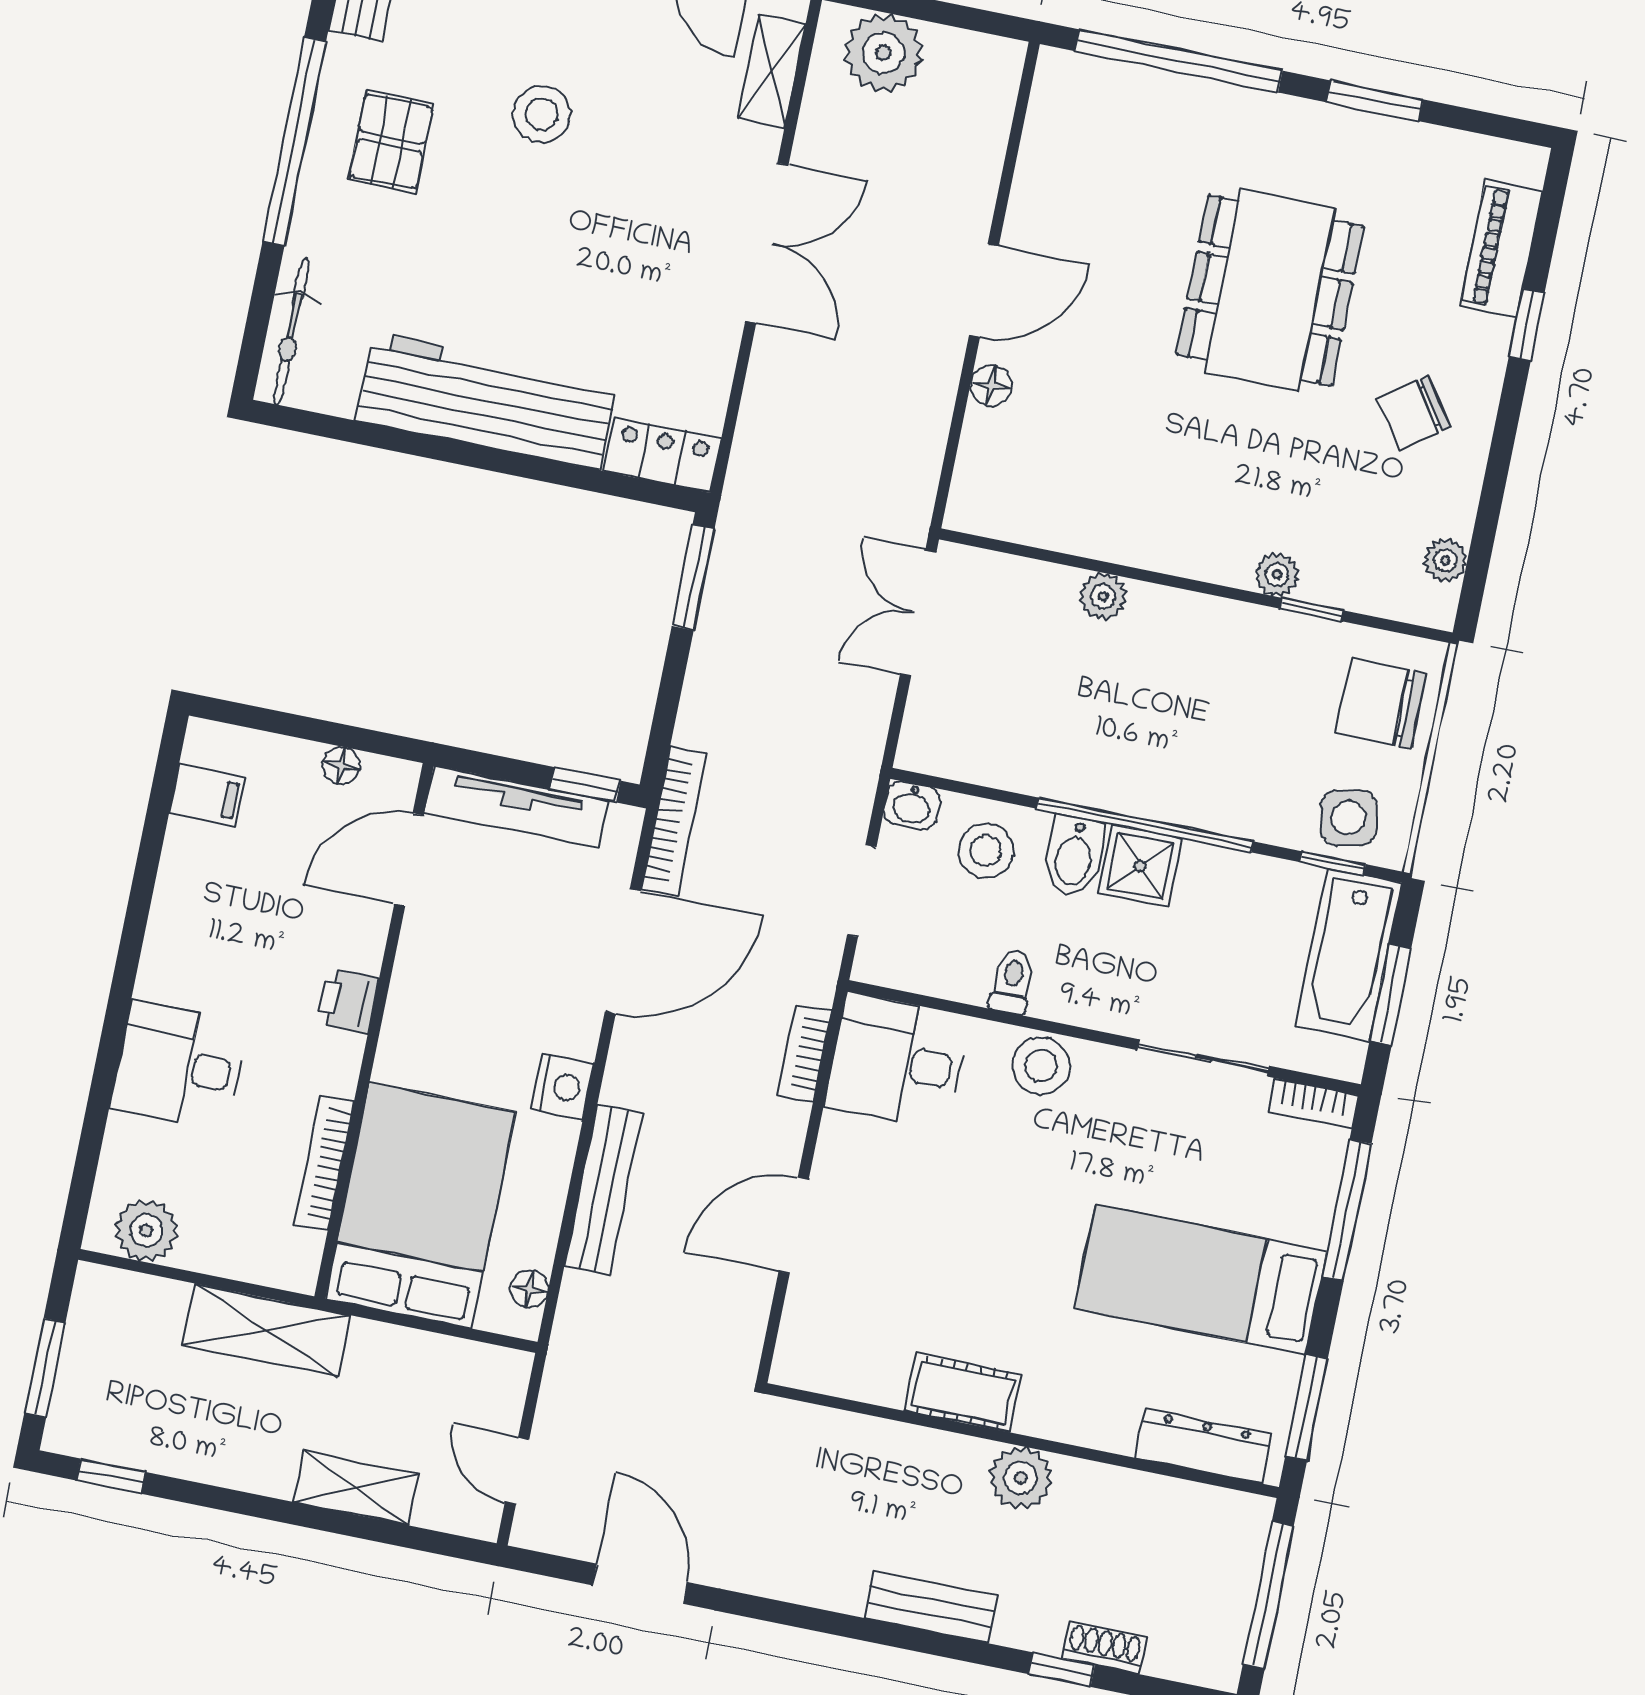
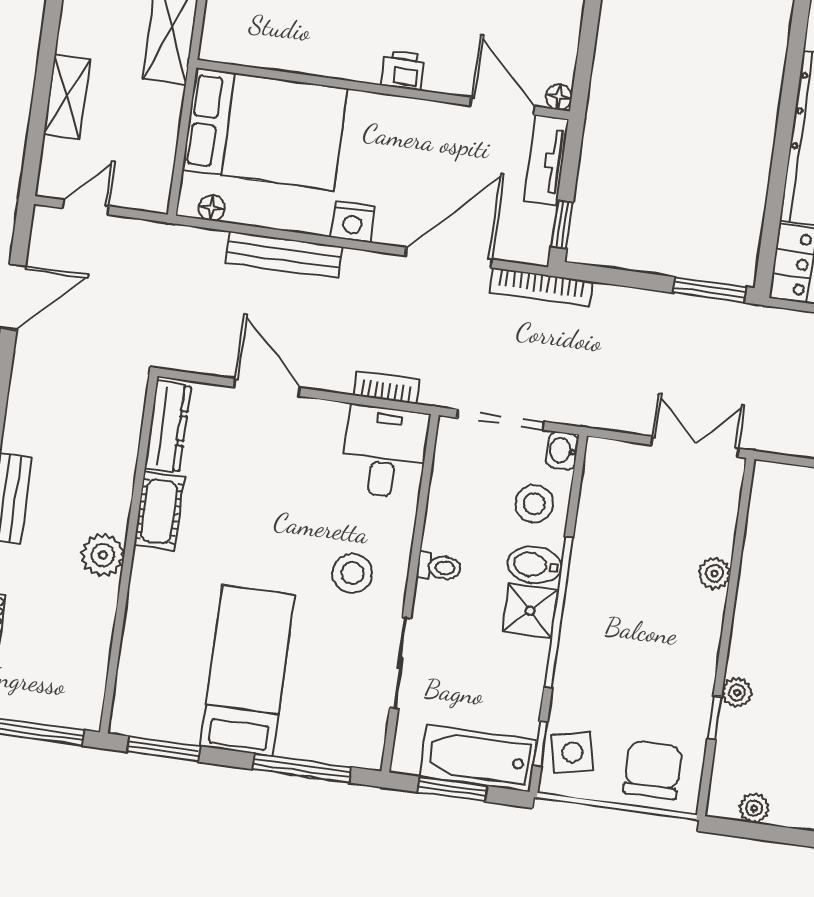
floor lamp: (341, 766) -> (559, 97), moved
tv unit: (516, 807) -> (546, 160), width x0.71
doorway: (862, 891) -> (501, 420), width x1.38
door: (623, 951) -> (449, 258), swing flipped
toilet: (1012, 982) -> (439, 567), moved
stool: (1041, 1066) -> (352, 573), moved
bookcase: (1313, 1103) -> (374, 740), removed
bookcase: (324, 1163) -> (290, 61), removed
dresser: (1203, 1446) -> (168, 427), moved

